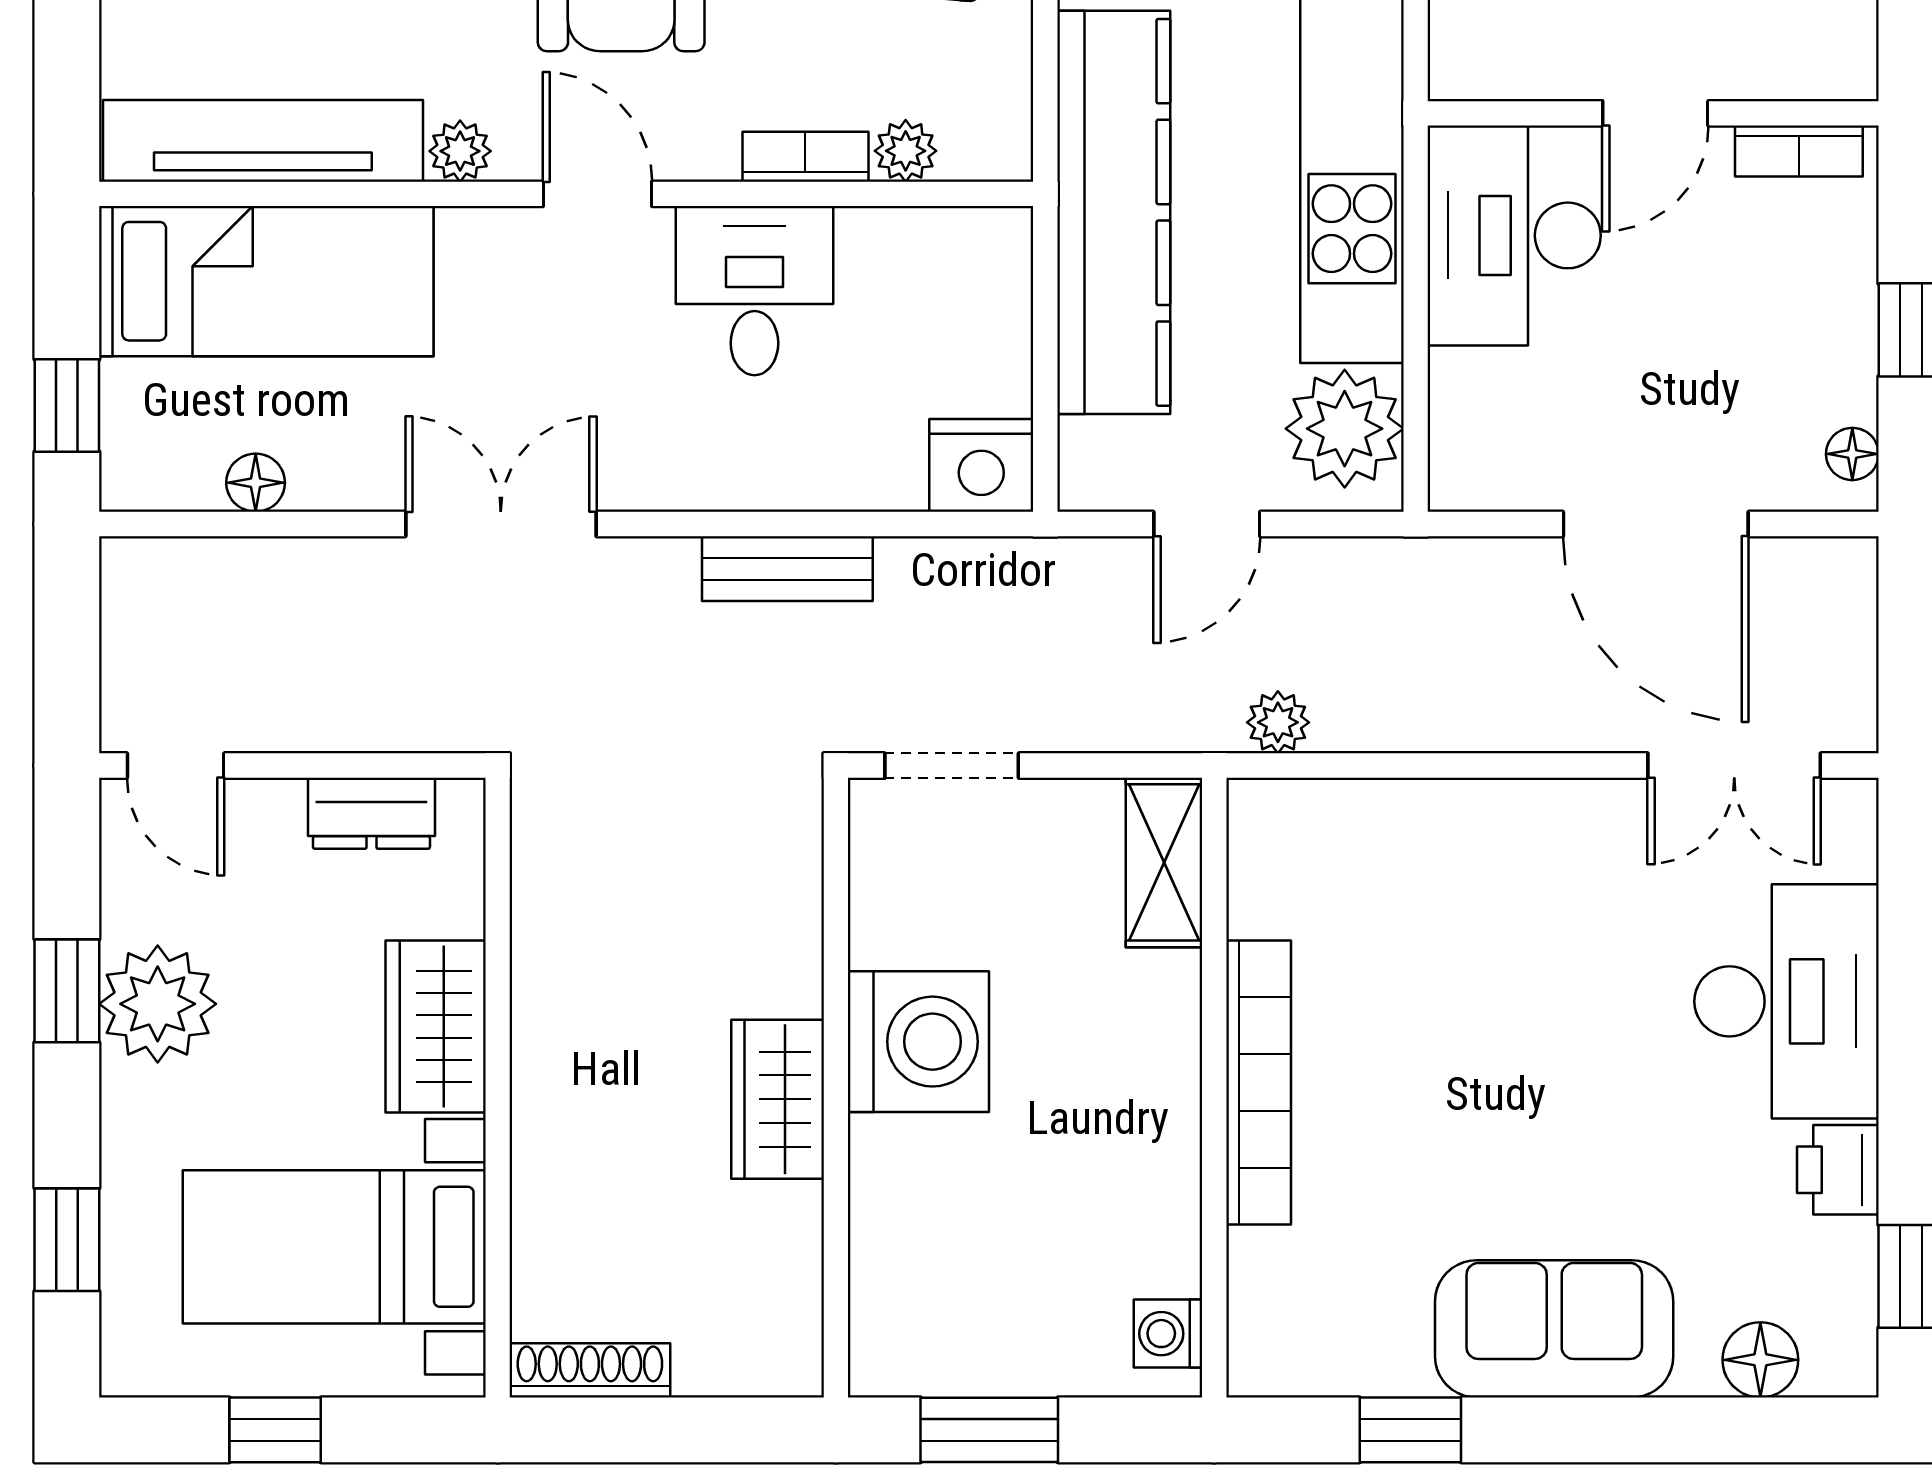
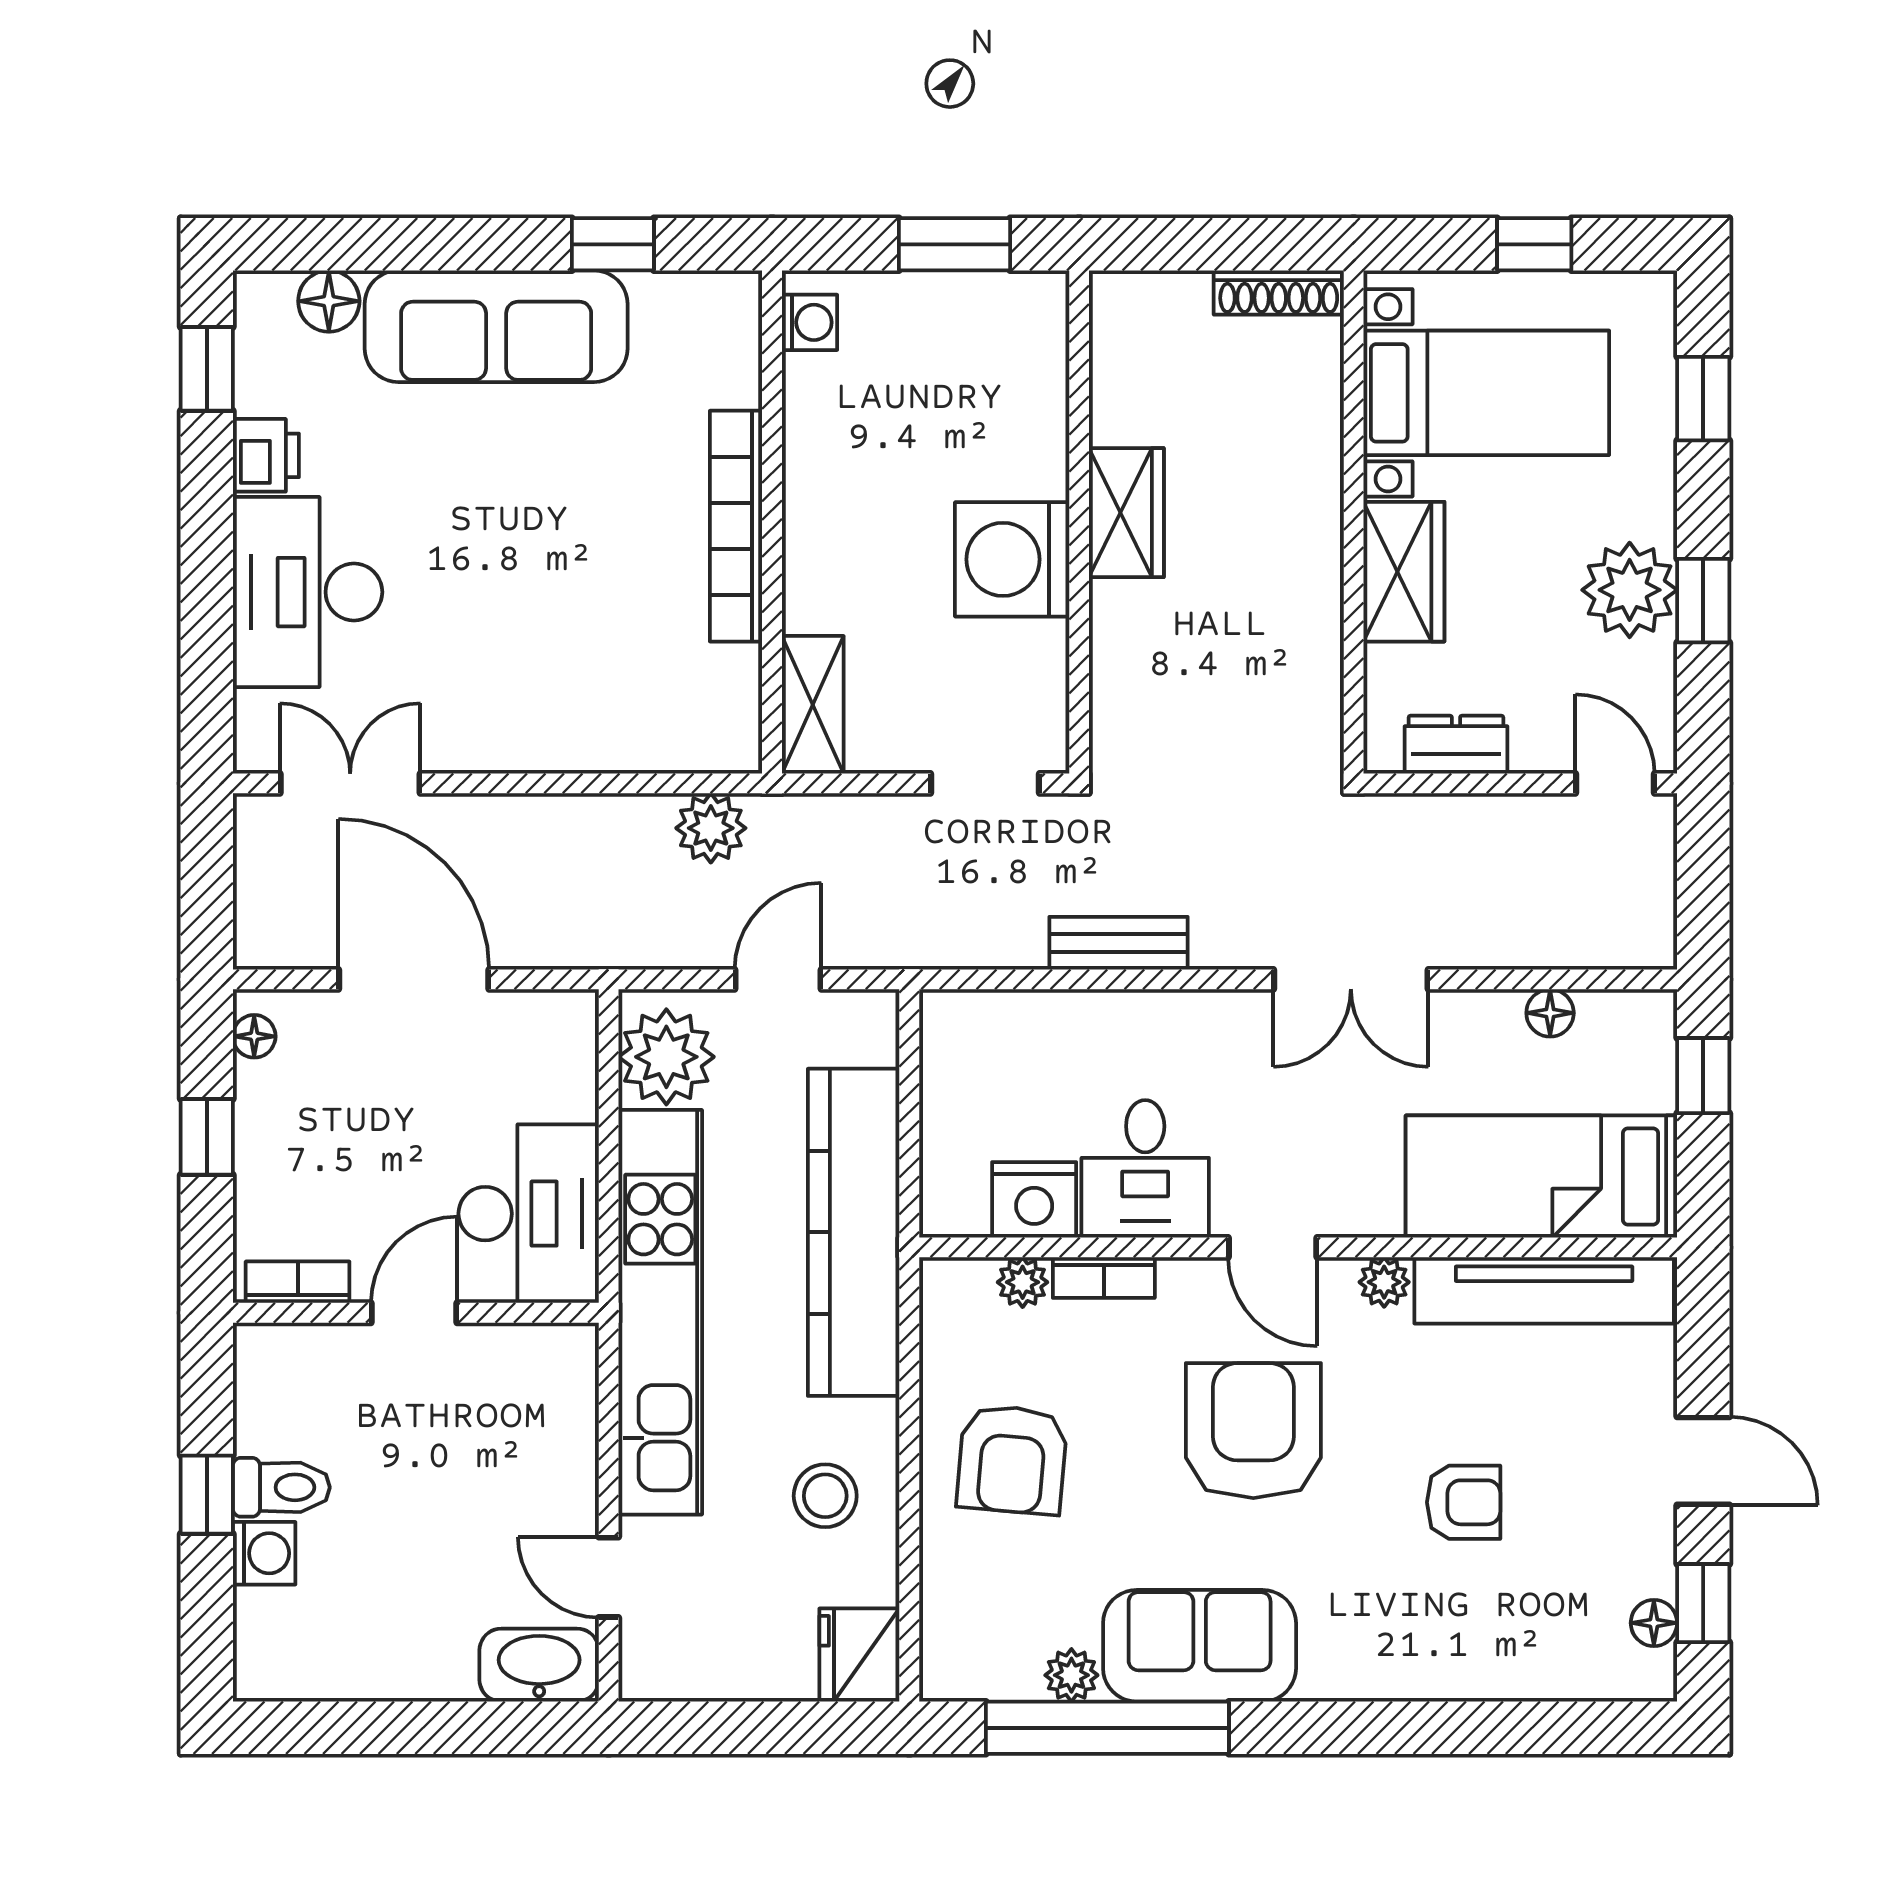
nightstand: (981, 465) -> (1034, 1200), moved, turned 180
plant: (1278, 722) -> (711, 828), width x1.38, depth x1.38
sofa: (1554, 1329) -> (496, 326), width x1.36

